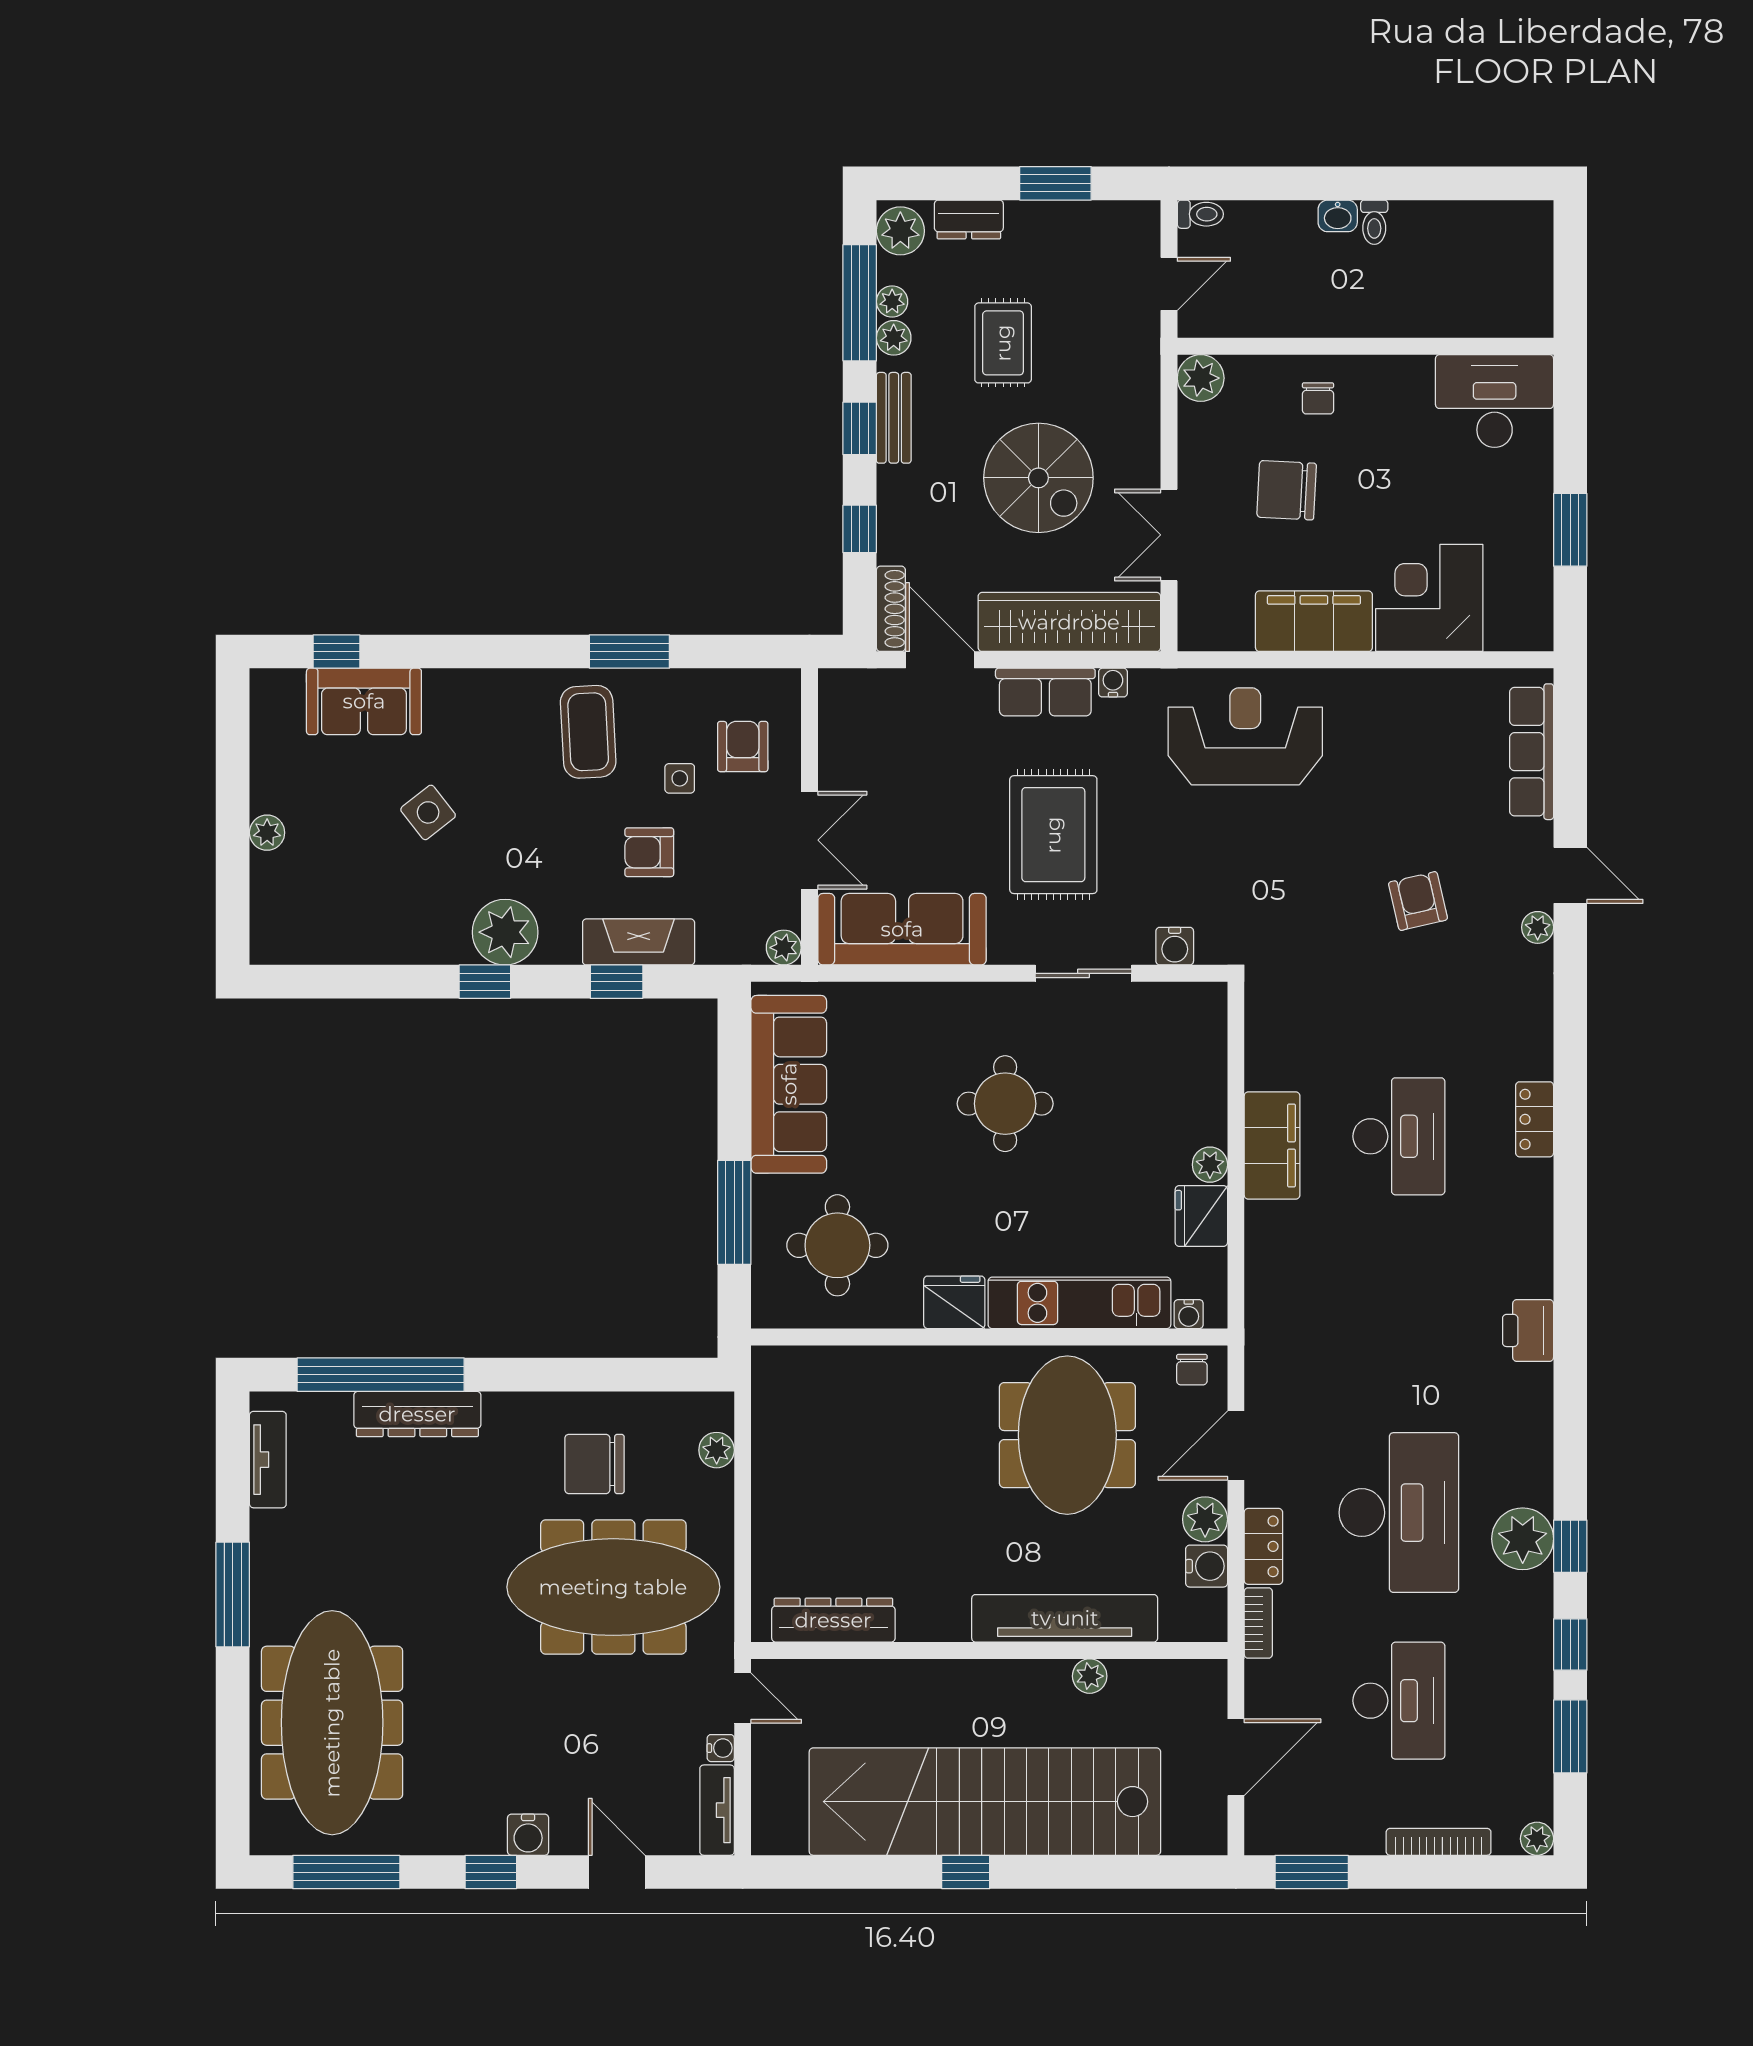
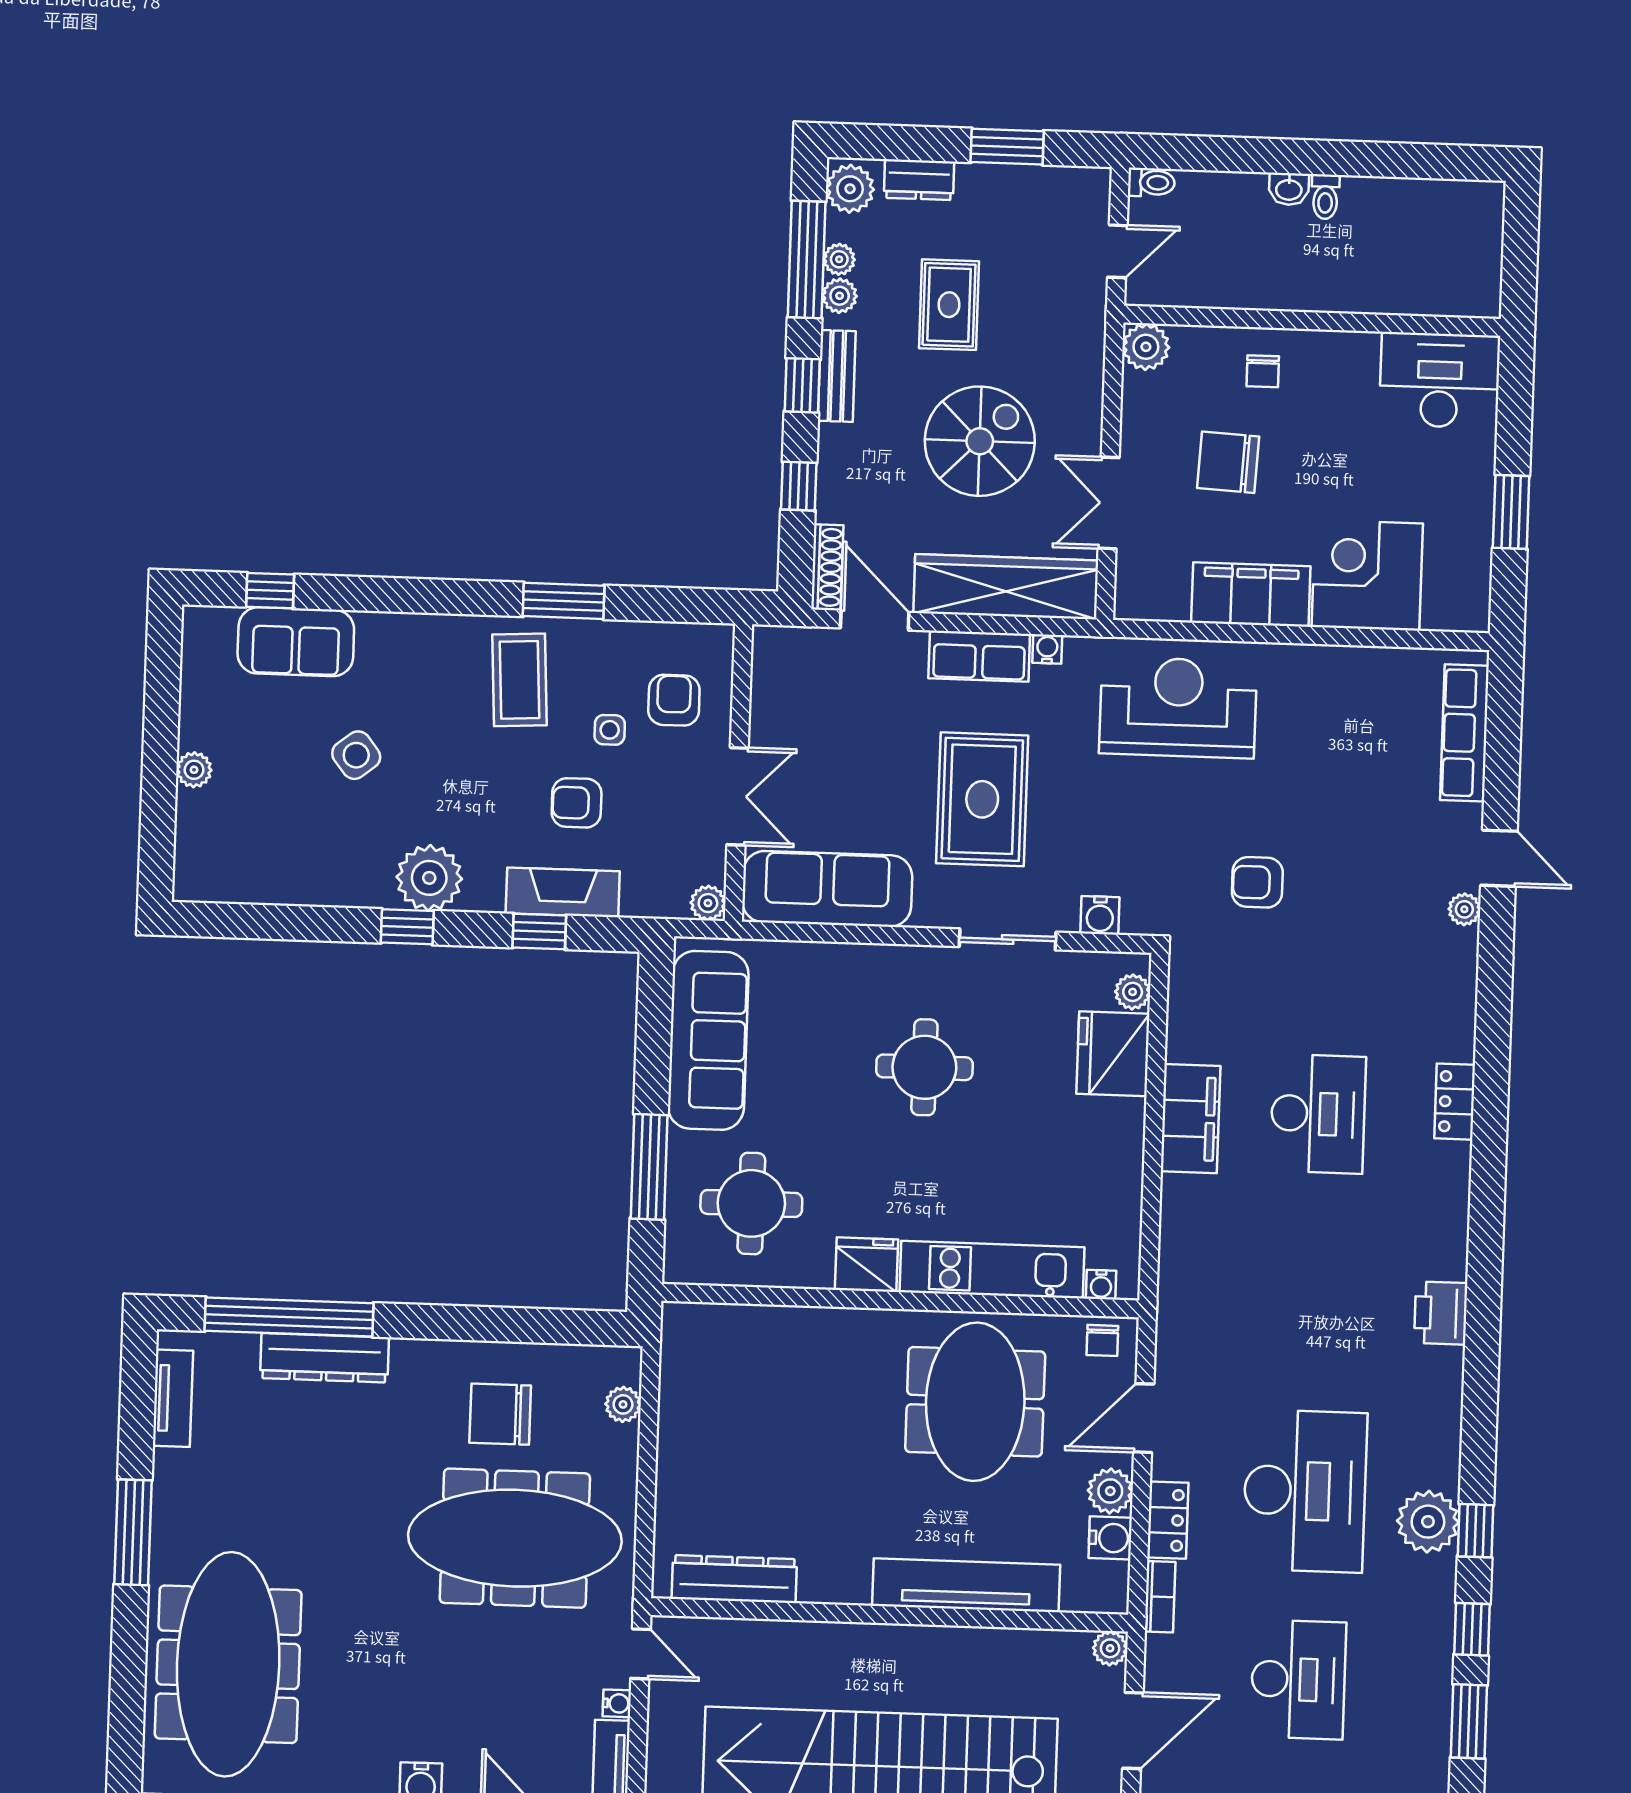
spiral stairs: (1038, 478) -> (980, 441), turned -90
armchair: (1418, 901) -> (1257, 882), moved, turned -77
plant: (1210, 1165) -> (1133, 992), moved
fridge: (1201, 1216) -> (1113, 1054), moved, width x1.36, depth x1.34
plant: (1090, 1676) -> (1110, 1648), moved

